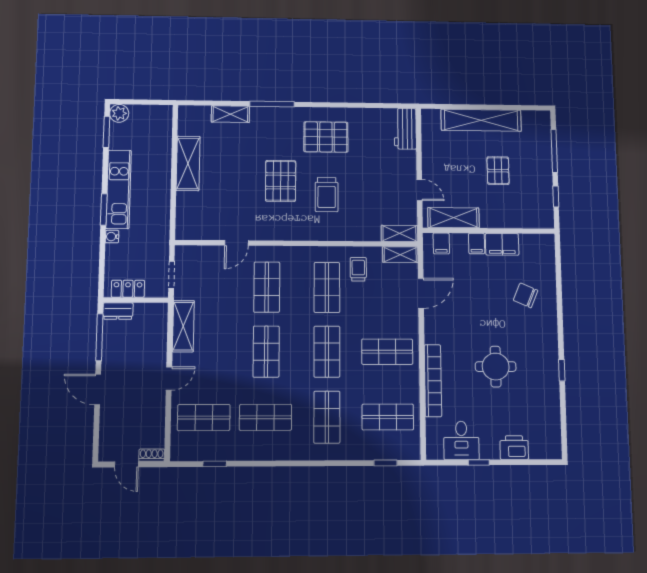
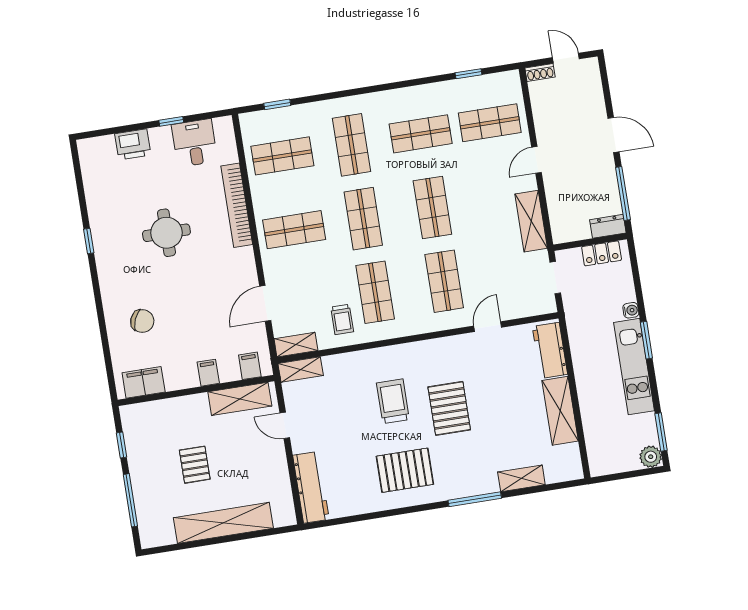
workbench: (405, 129) -> (311, 487), width x1.38
workbench: (187, 214) -> (550, 350), added
filing cabinet: (502, 244) -> (144, 382), moved

